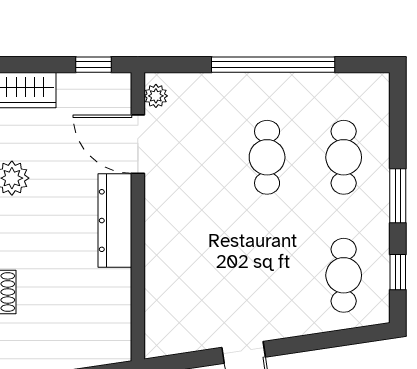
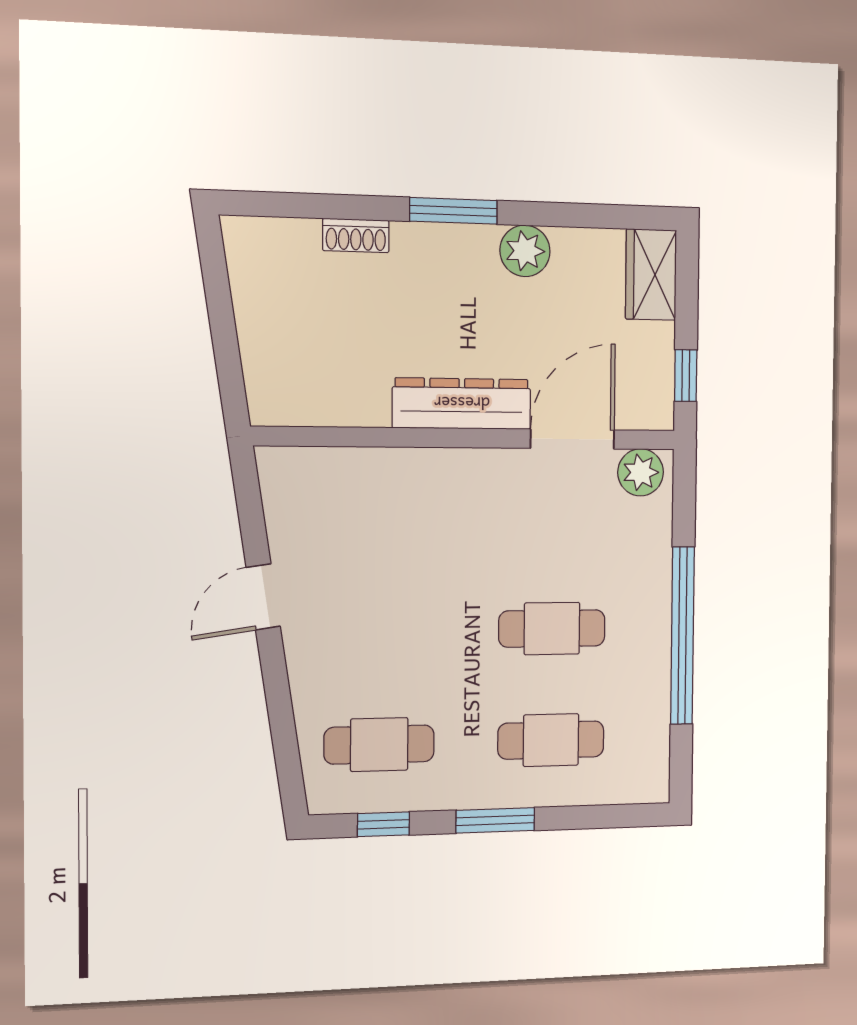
plant: (156, 96) -> (641, 472), width x1.38, depth x1.38

